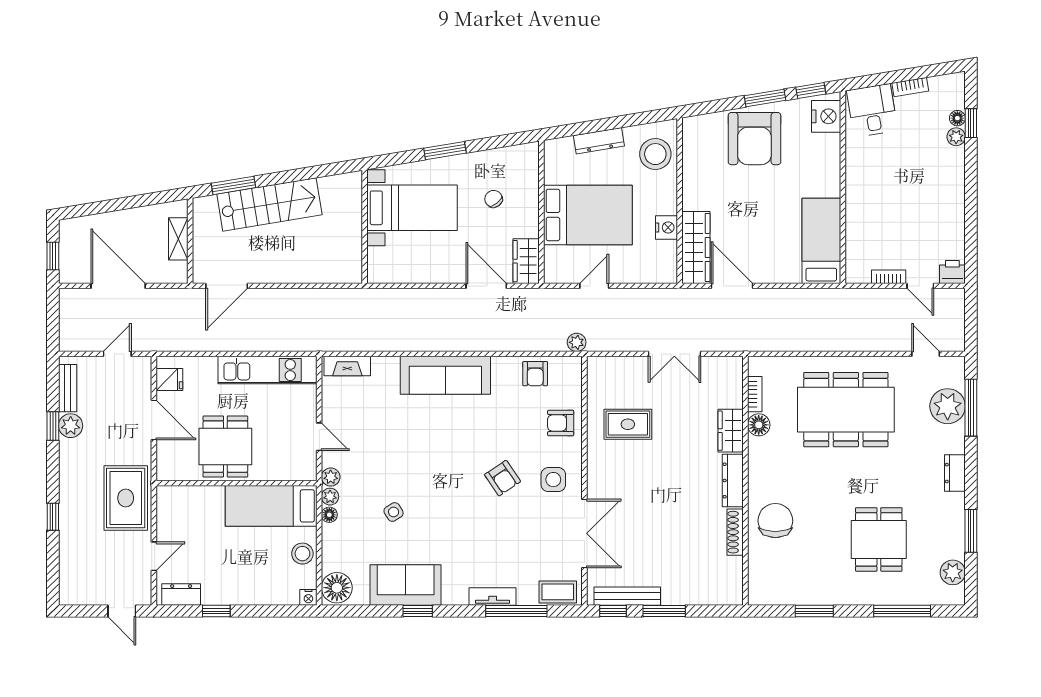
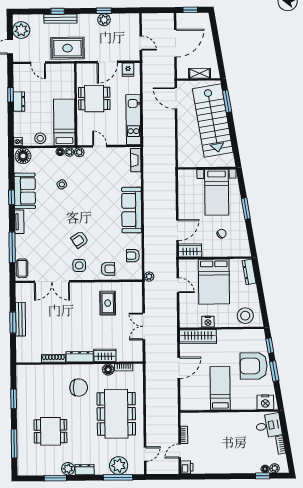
window: (811, 91) -> (270, 346), moved
plant: (956, 137) -> (275, 468), moved
dresser: (599, 141) -> (249, 272), moved
stairs: (269, 204) -> (213, 120), width x1.36, depth x1.51
bed: (821, 241) -> (220, 388), moved, turned -90
door: (732, 286) -> (179, 368), moved
bench: (68, 388) -> (60, 19), moved, width x1.36
armchair: (561, 423) -> (108, 269), turned 90
door: (319, 437) -> (100, 146), swing flipped
chair: (775, 521) -> (79, 388), moved
plant: (953, 572) -> (68, 469), moved
plant: (89, 589) -> (21, 30), added
dresser: (181, 595) -> (19, 102), moved
tv unit: (493, 596) -> (19, 222), moved
bench: (627, 596) -> (20, 319), moved
window: (613, 611) -> (13, 297), removed

